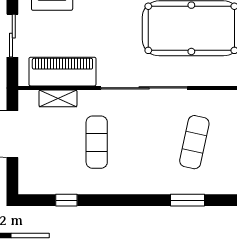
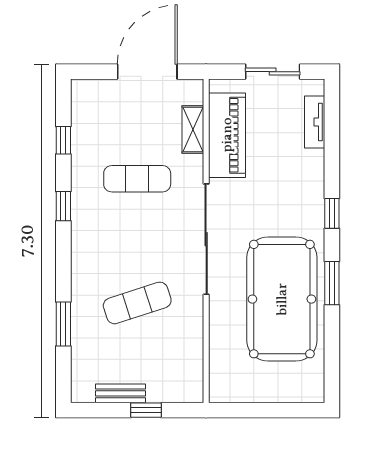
exercise mat: (194, 142) -> (137, 303), turned -30
window: (118, 200) -> (63, 206), added
window: (187, 200) -> (63, 324), moved

